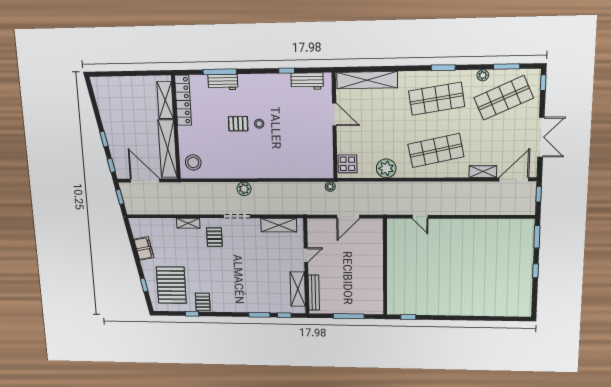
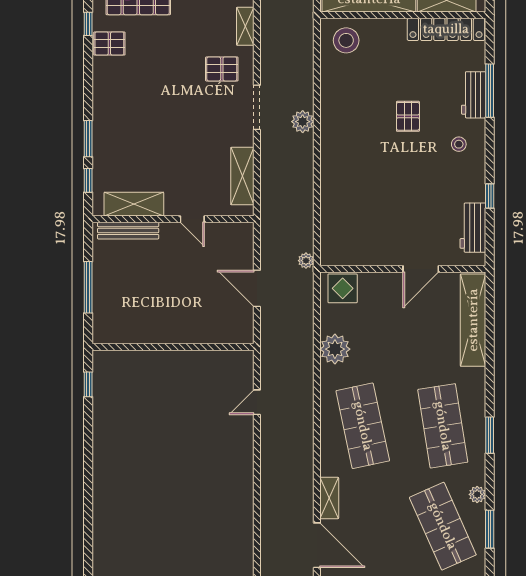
stool: (259, 124) -> (459, 144), moved

